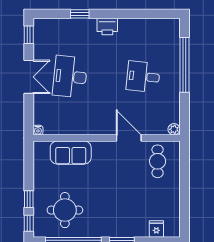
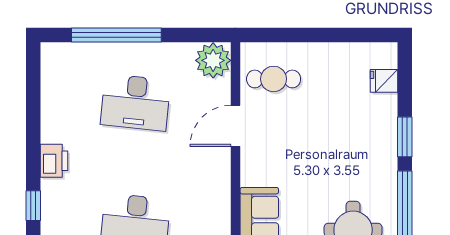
desk: (143, 77) -> (136, 102), width x1.37
plant: (174, 129) -> (213, 60), width x1.88, depth x1.88

